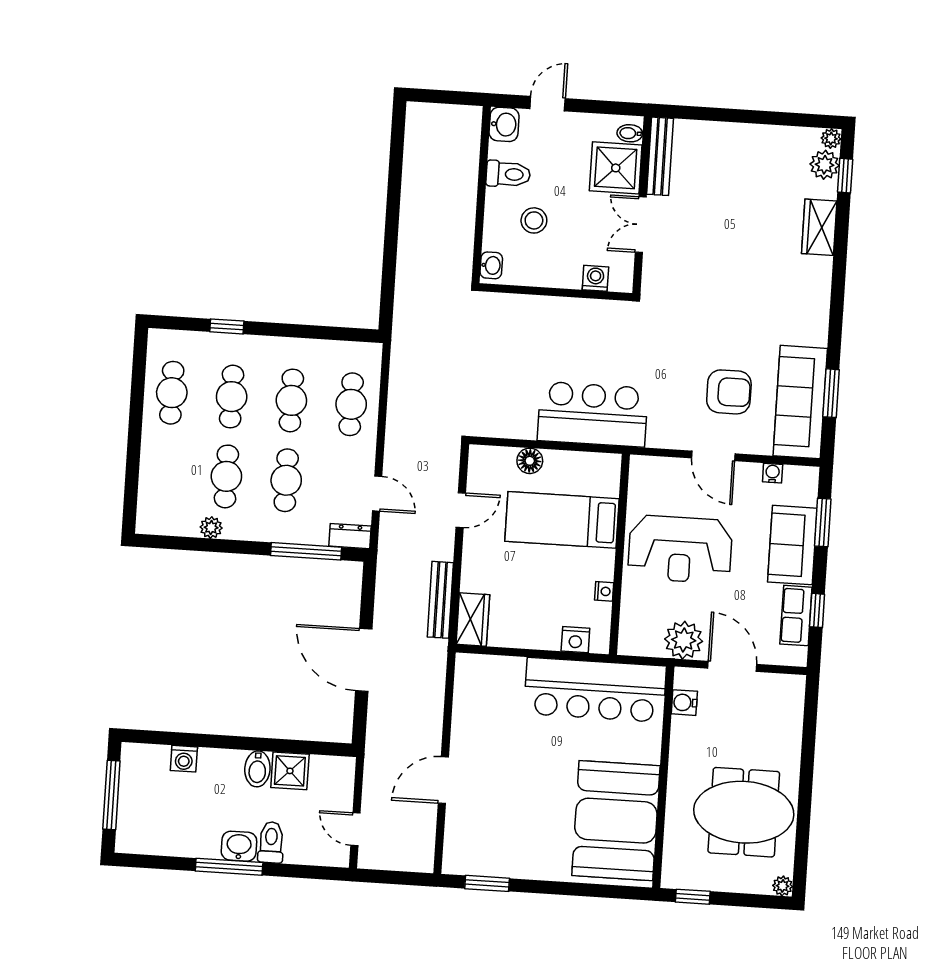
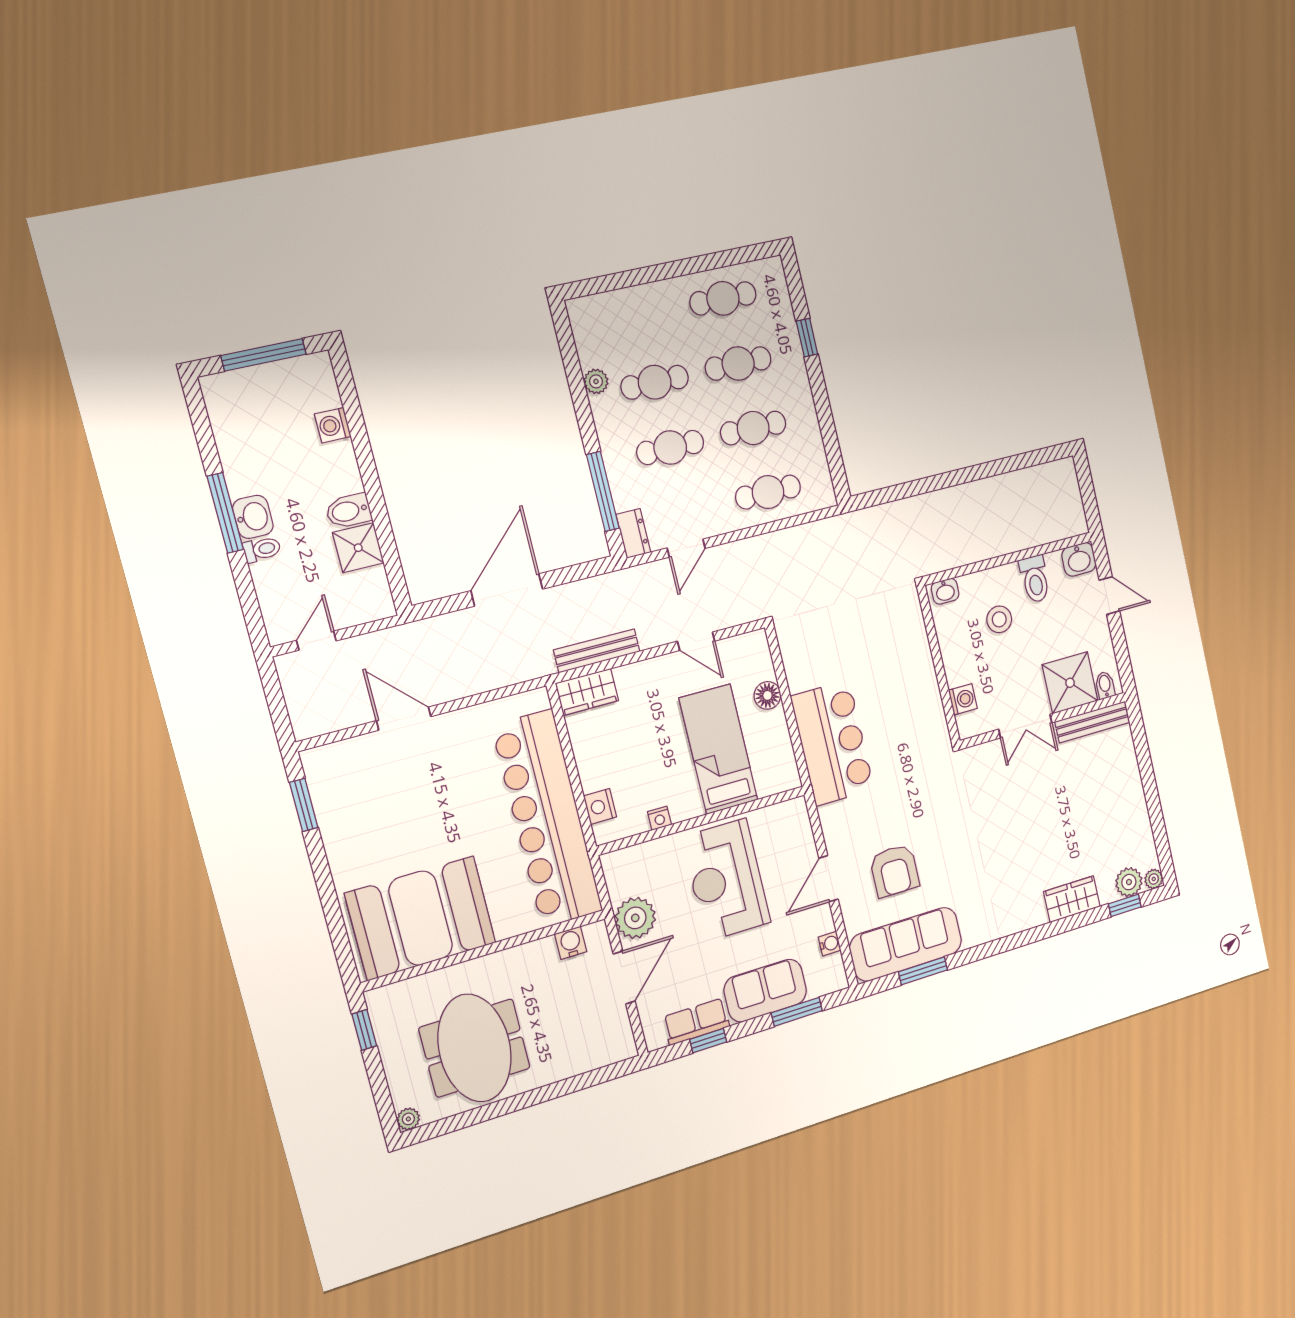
double door: (641, 225) -> (1025, 726), swing flipped
bar counter: (595, 690) -> (547, 819), width x1.36
toilet: (271, 842) -> (262, 549), width x0.73, depth x0.72

